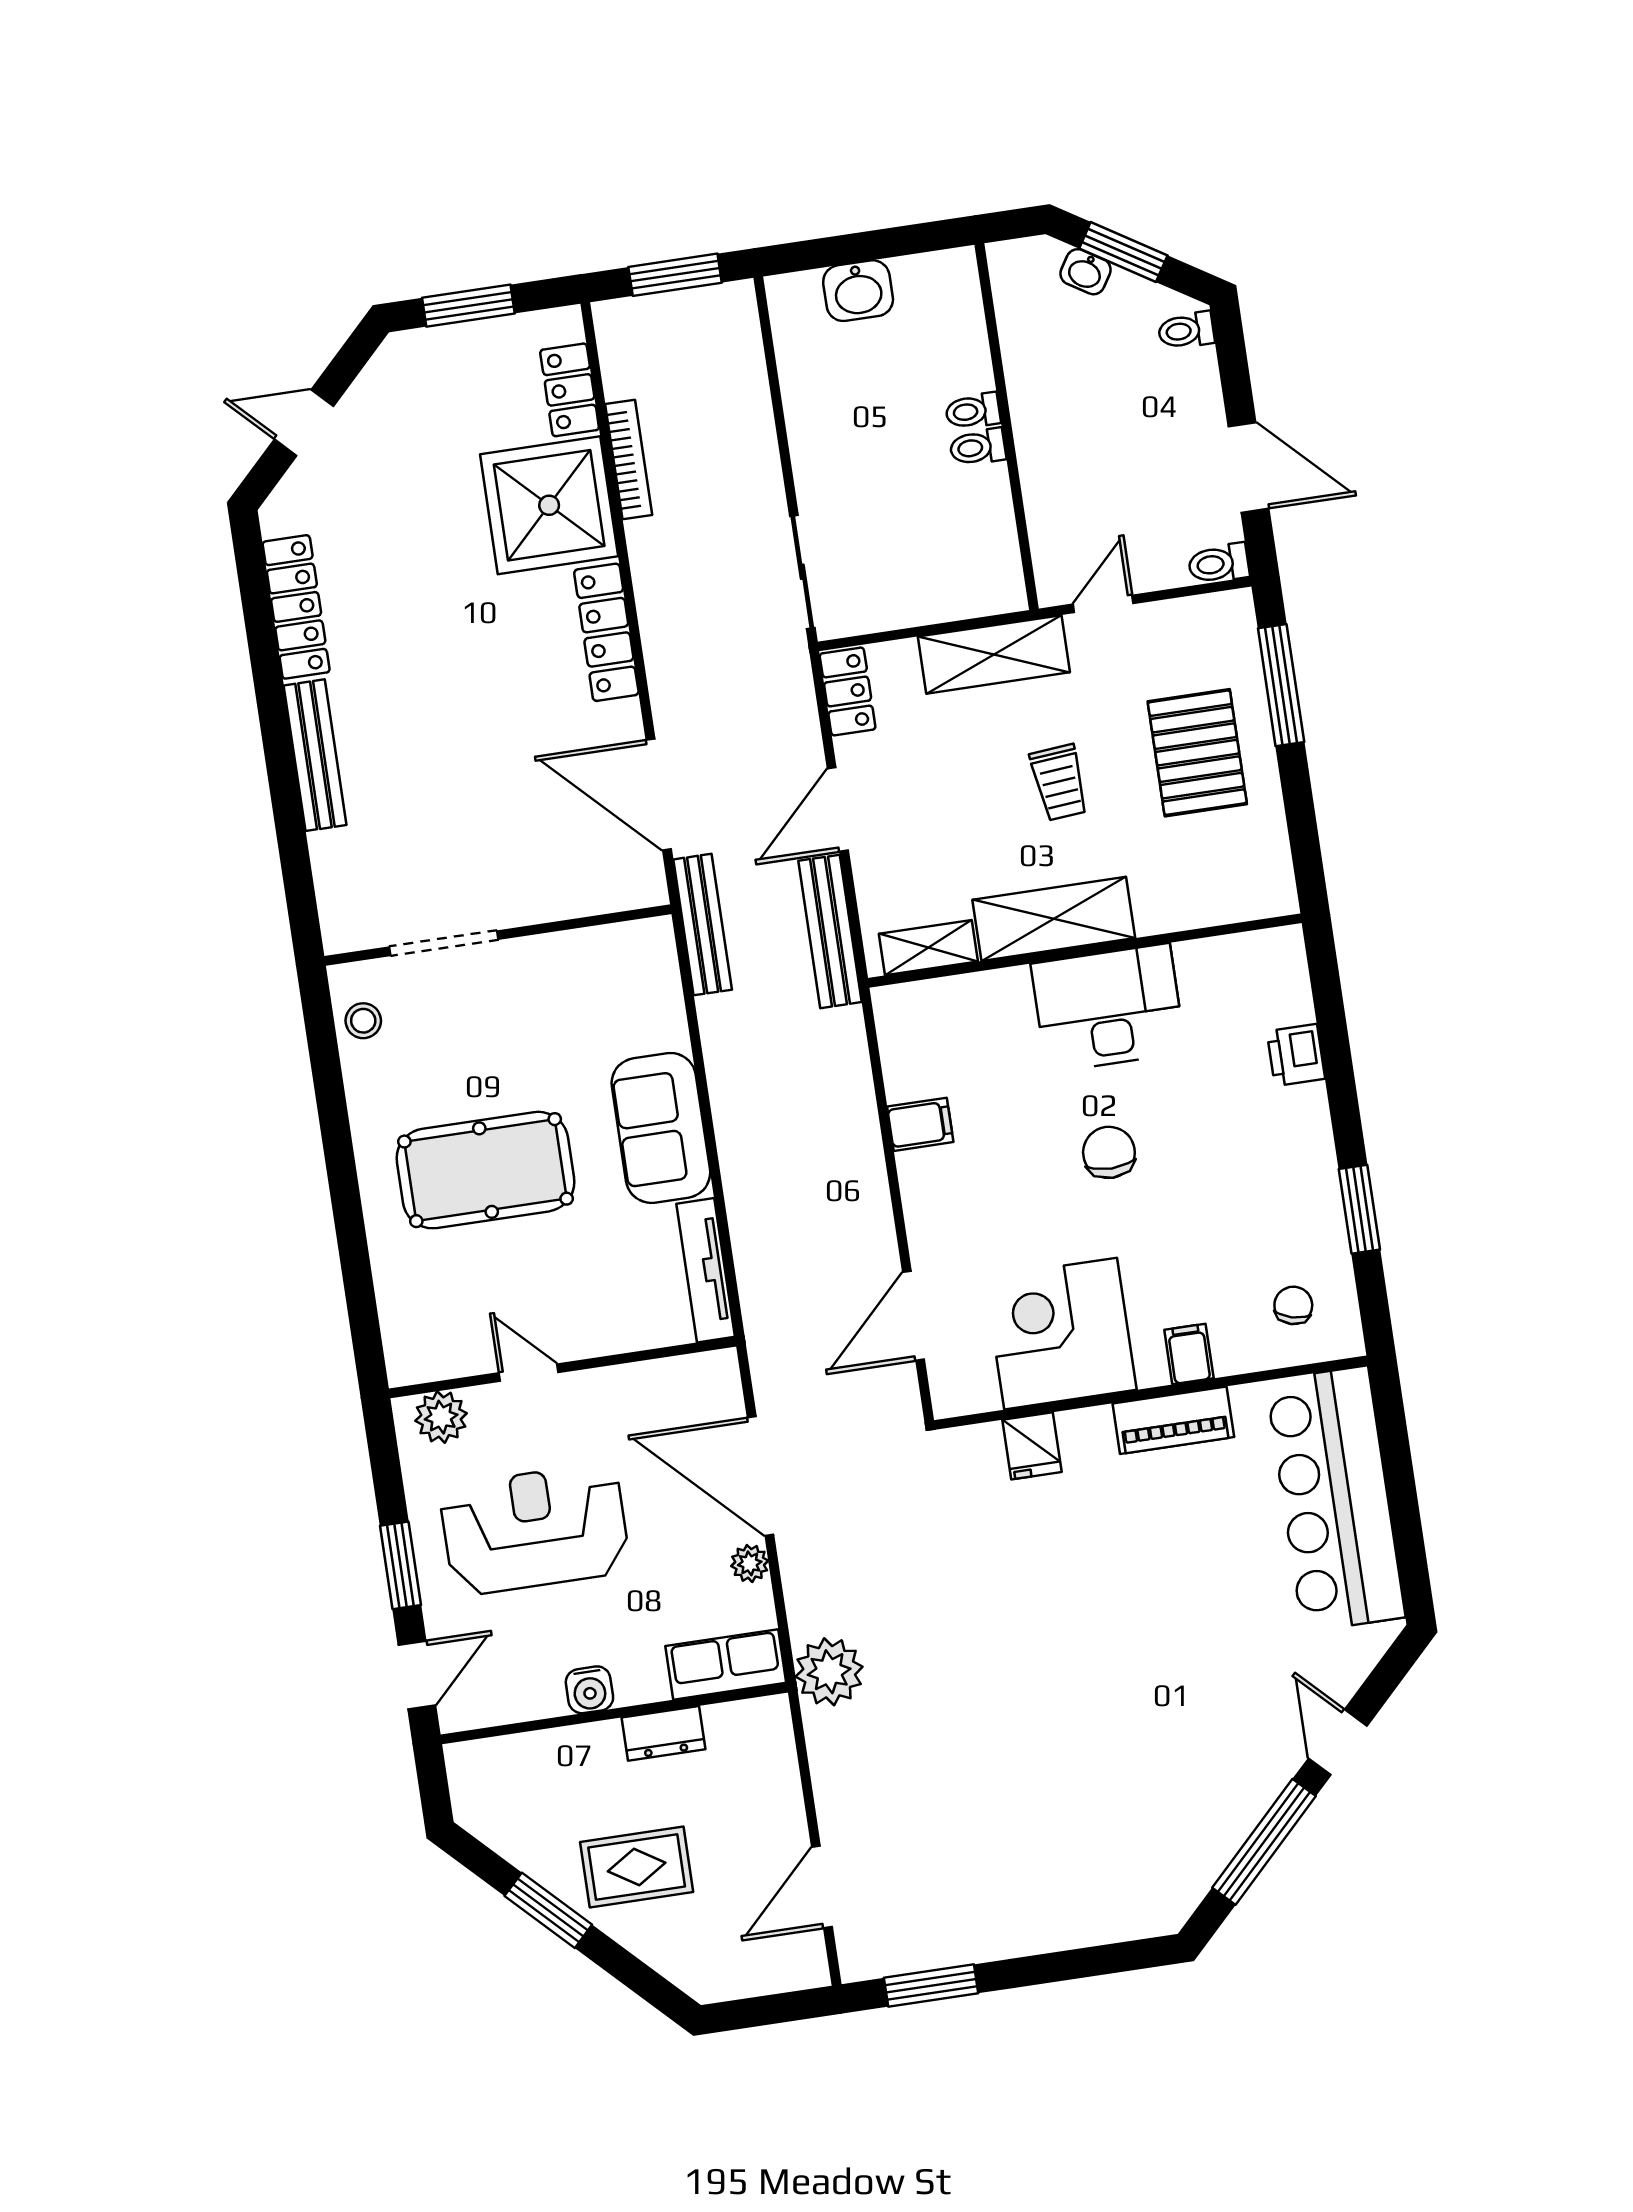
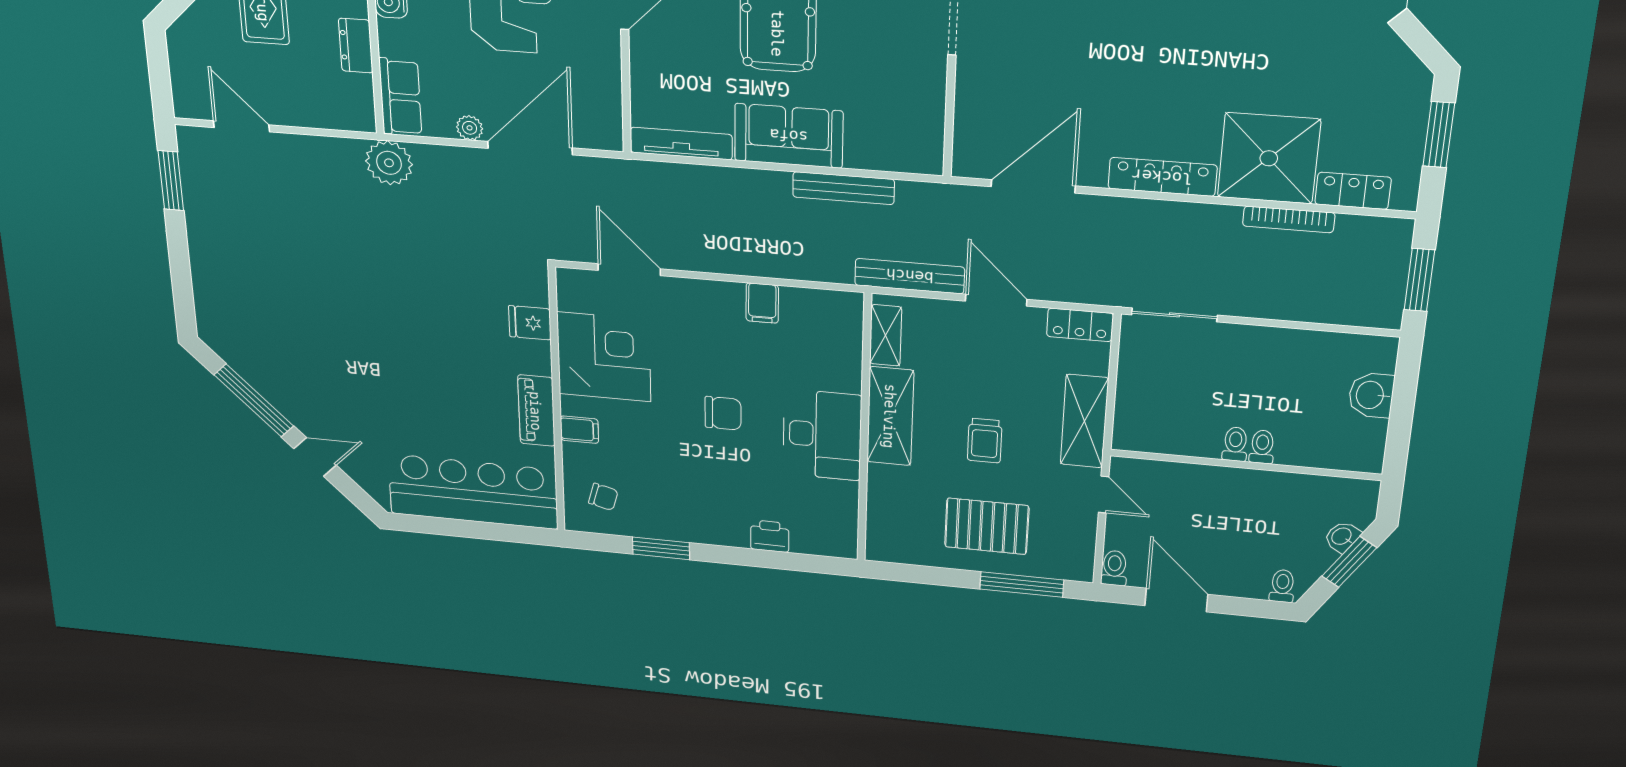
door: (1249, 467) -> (1176, 600), swing flipped
trolley: (1059, 782) -> (985, 441), turned -85
bench: (703, 925) -> (843, 188), moved

